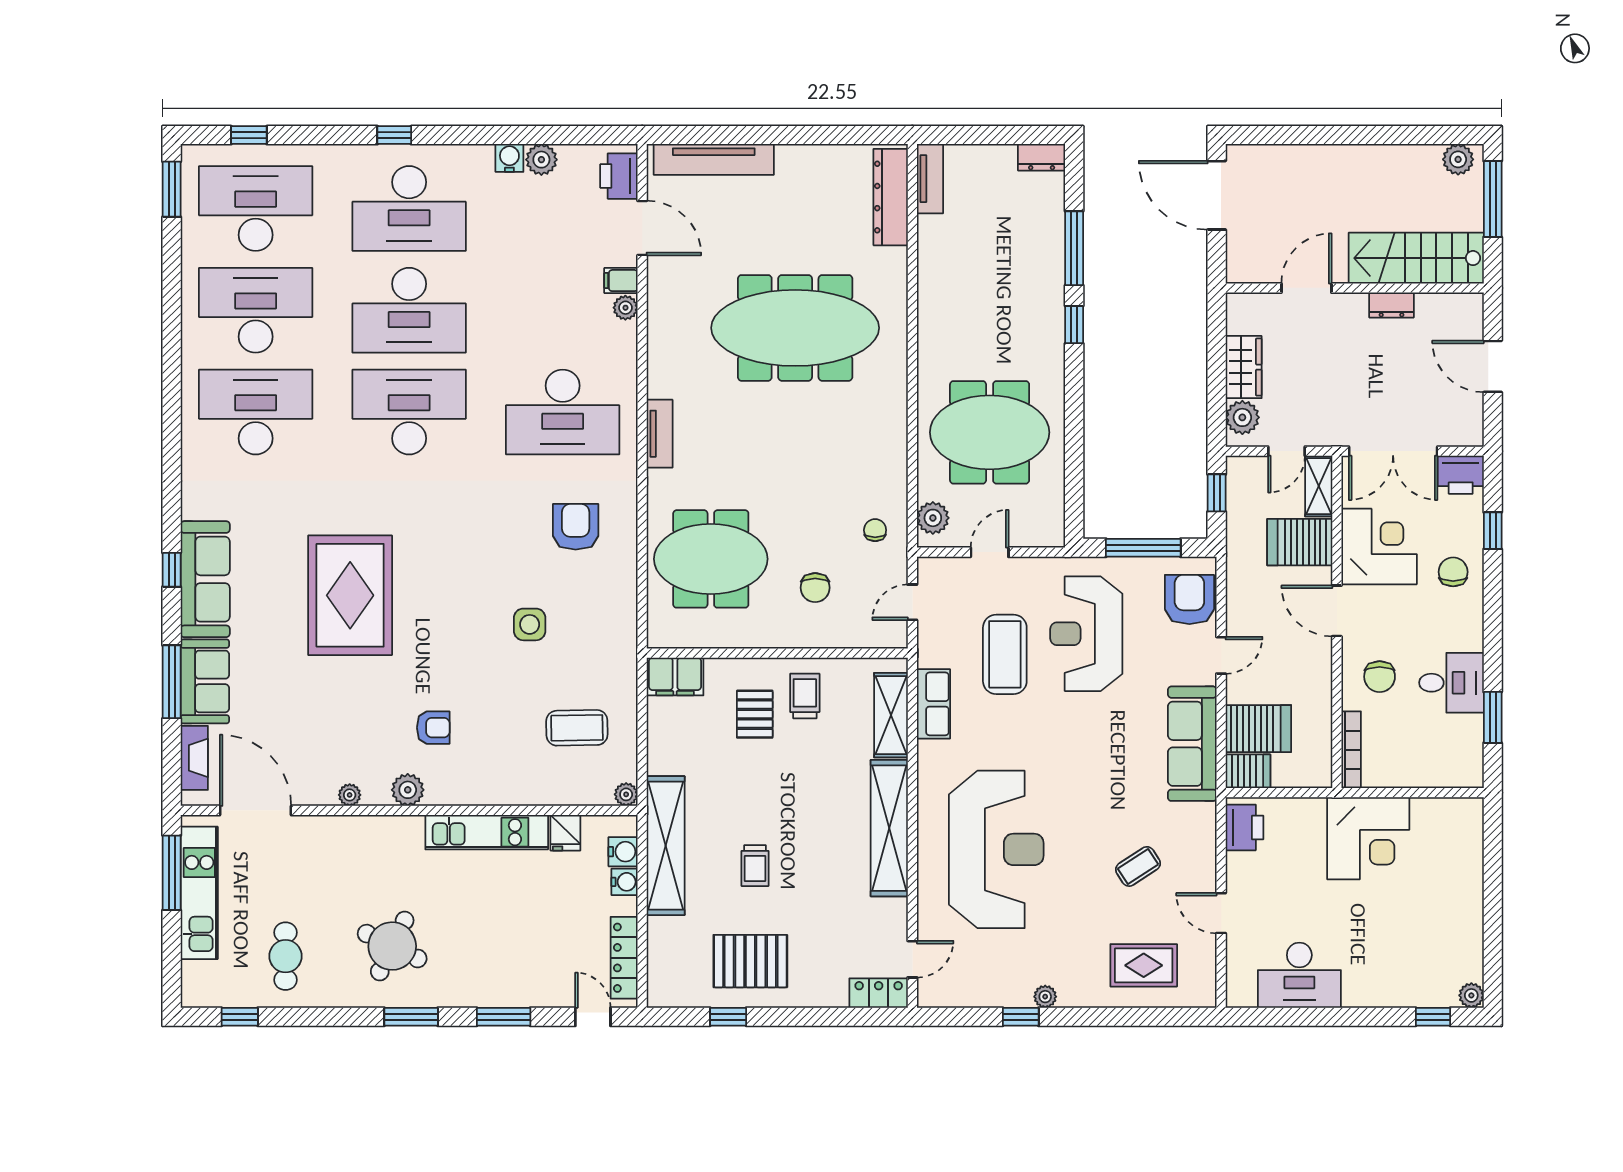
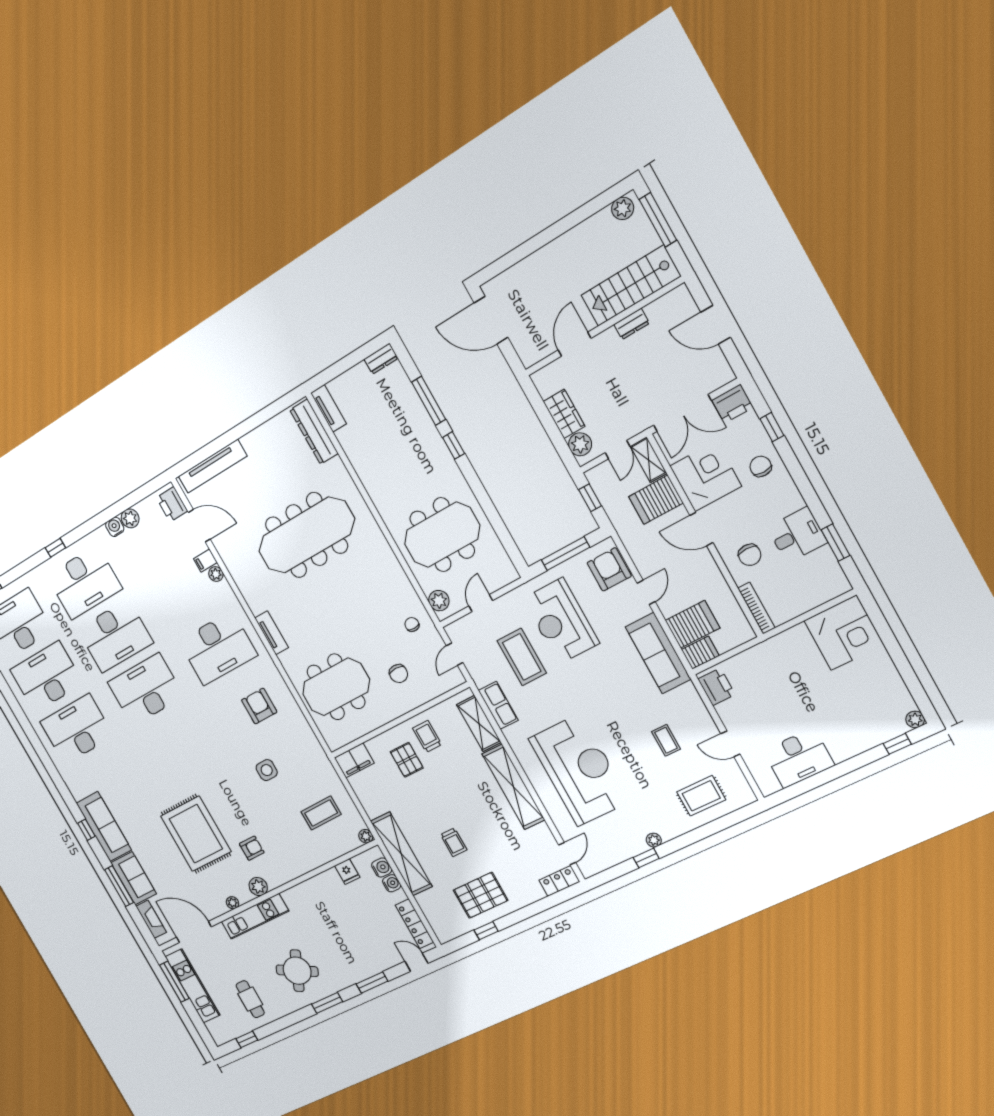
rug: (350, 595) -> (196, 834), moved
kitchen unit: (487, 832) -> (255, 916), moved
corner desk: (1368, 838) -> (844, 633), moved
coffee table: (1138, 866) -> (666, 740), turned -57

